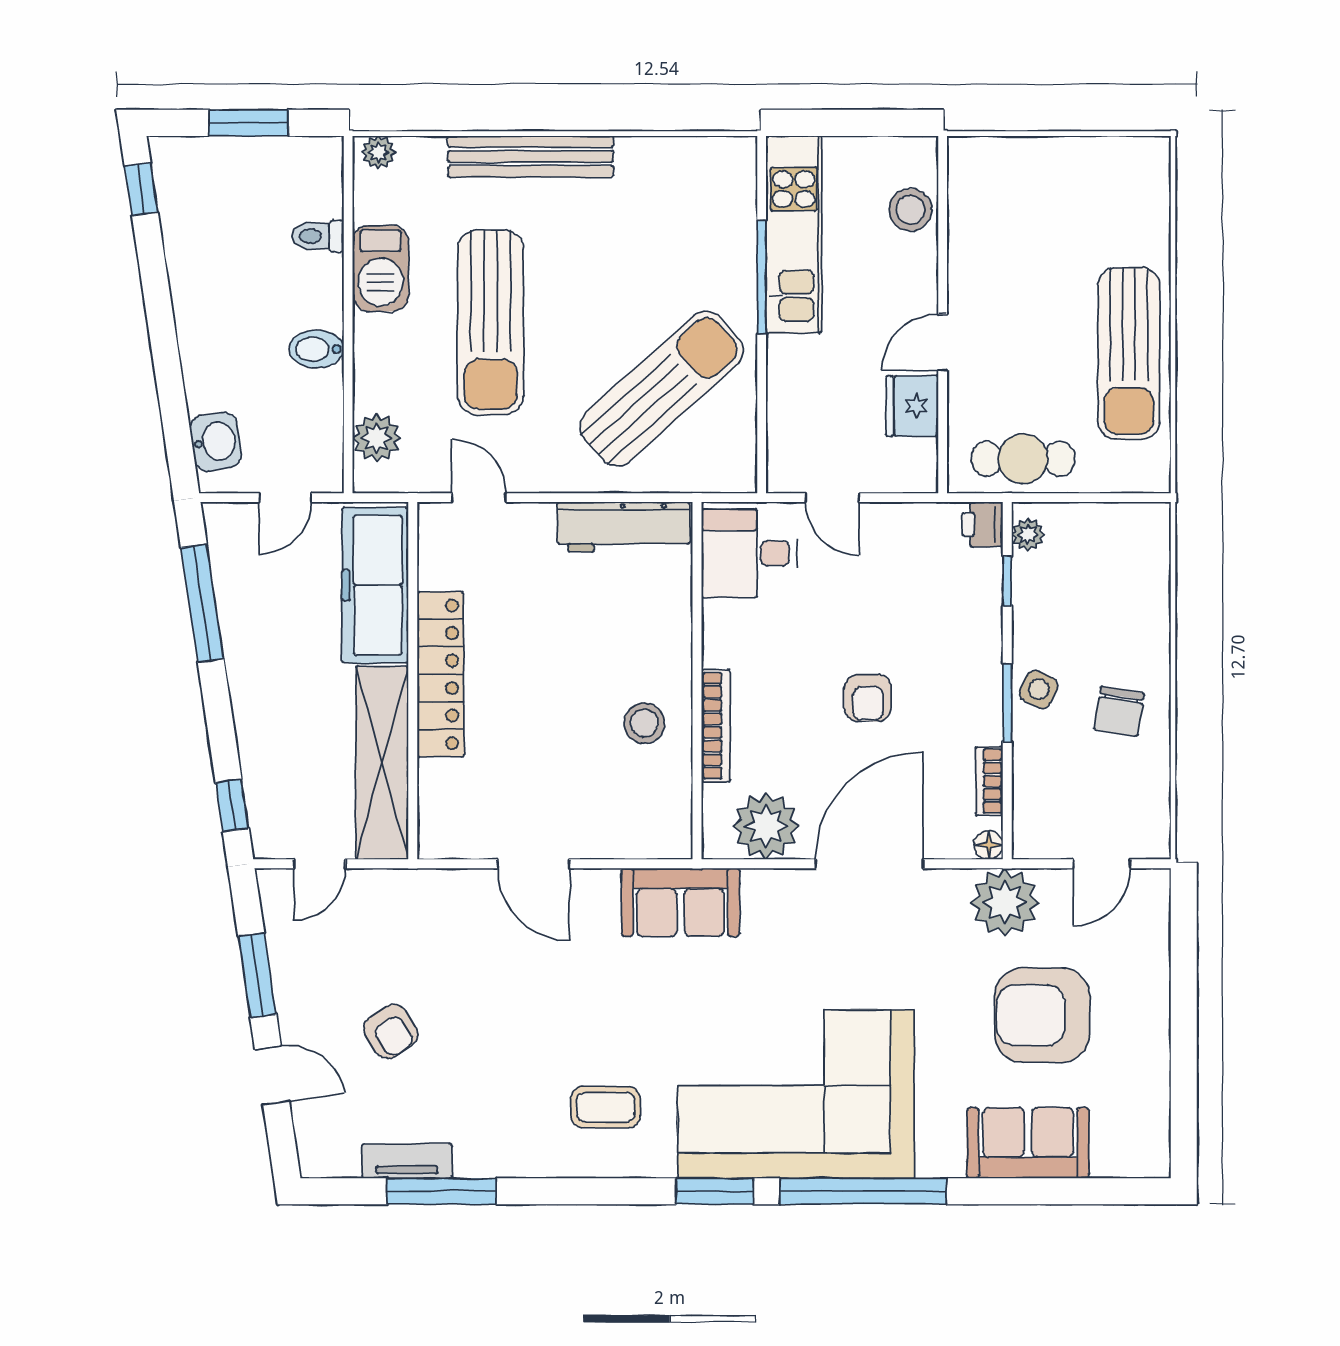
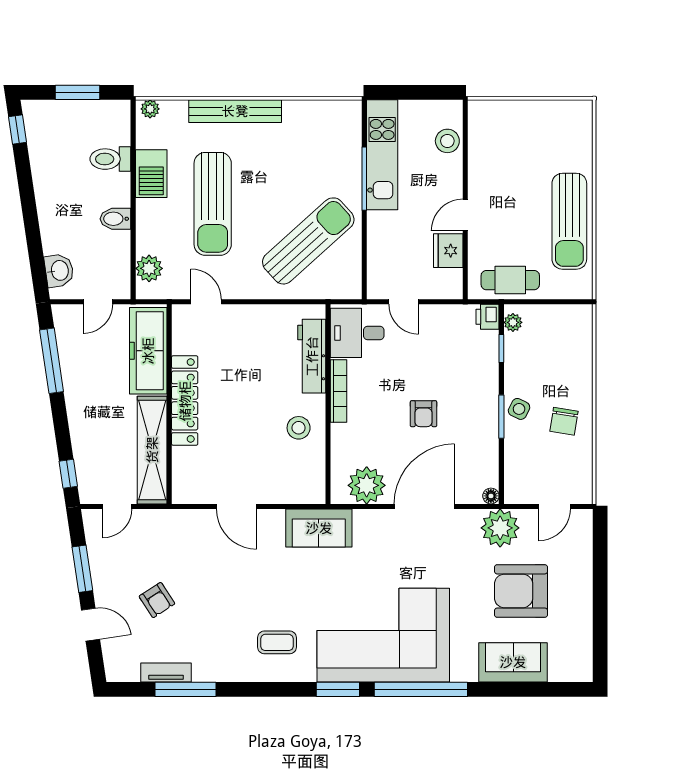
toilet: (318, 236) -> (110, 159), width x1.37, depth x1.39
workbench: (623, 527) -> (312, 356), moved, turned 90
bookcase: (716, 726) -> (339, 391), moved
bookcase: (989, 781) -> (491, 460), removed

